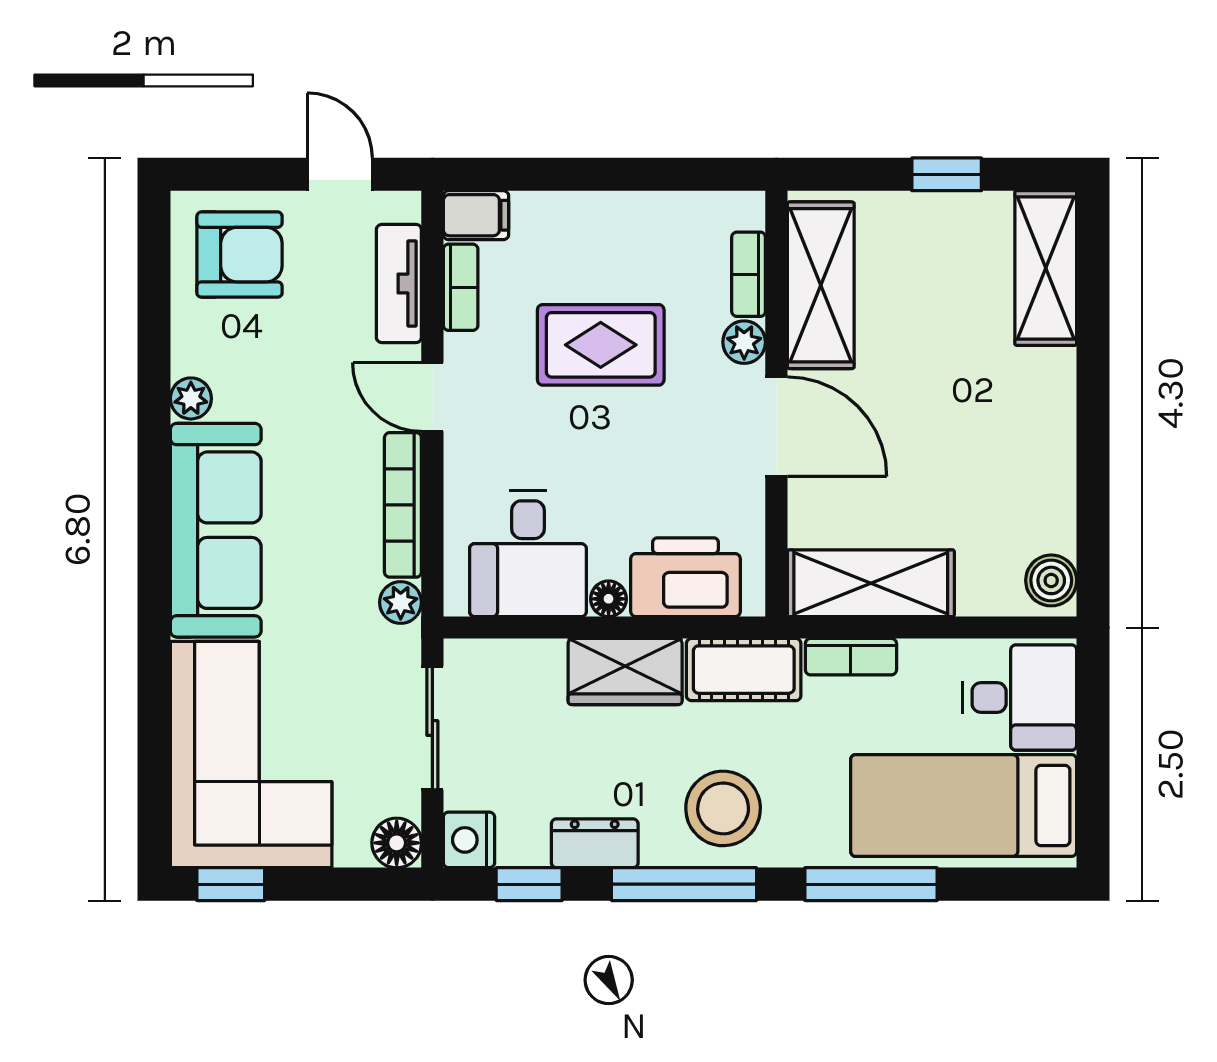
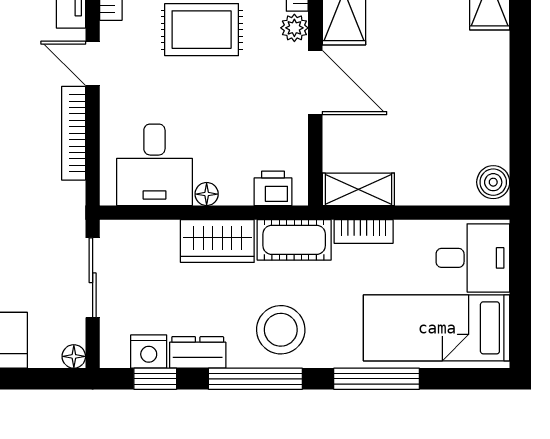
printer: (686, 577) -> (273, 188), width x0.53, depth x0.68
shelving: (871, 583) -> (358, 189), width x0.67, depth x0.75
plant: (401, 602) -> (72, 196), removed
nightstand: (469, 840) -> (149, 352), moved, turned -90
floor lamp: (397, 843) -> (74, 356), width x0.73, depth x0.73

